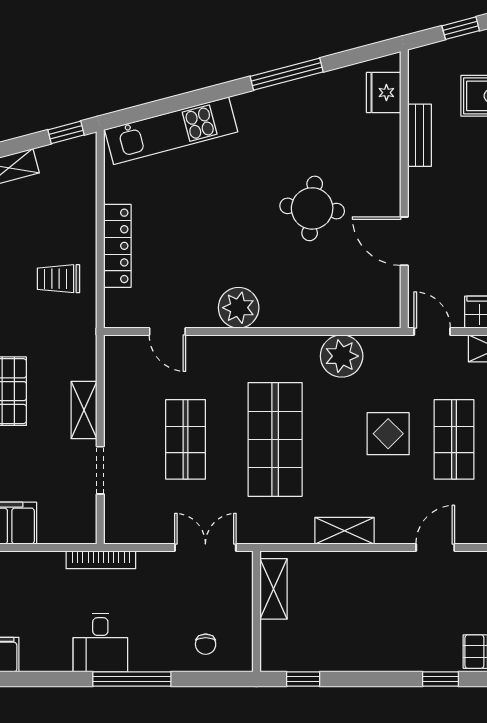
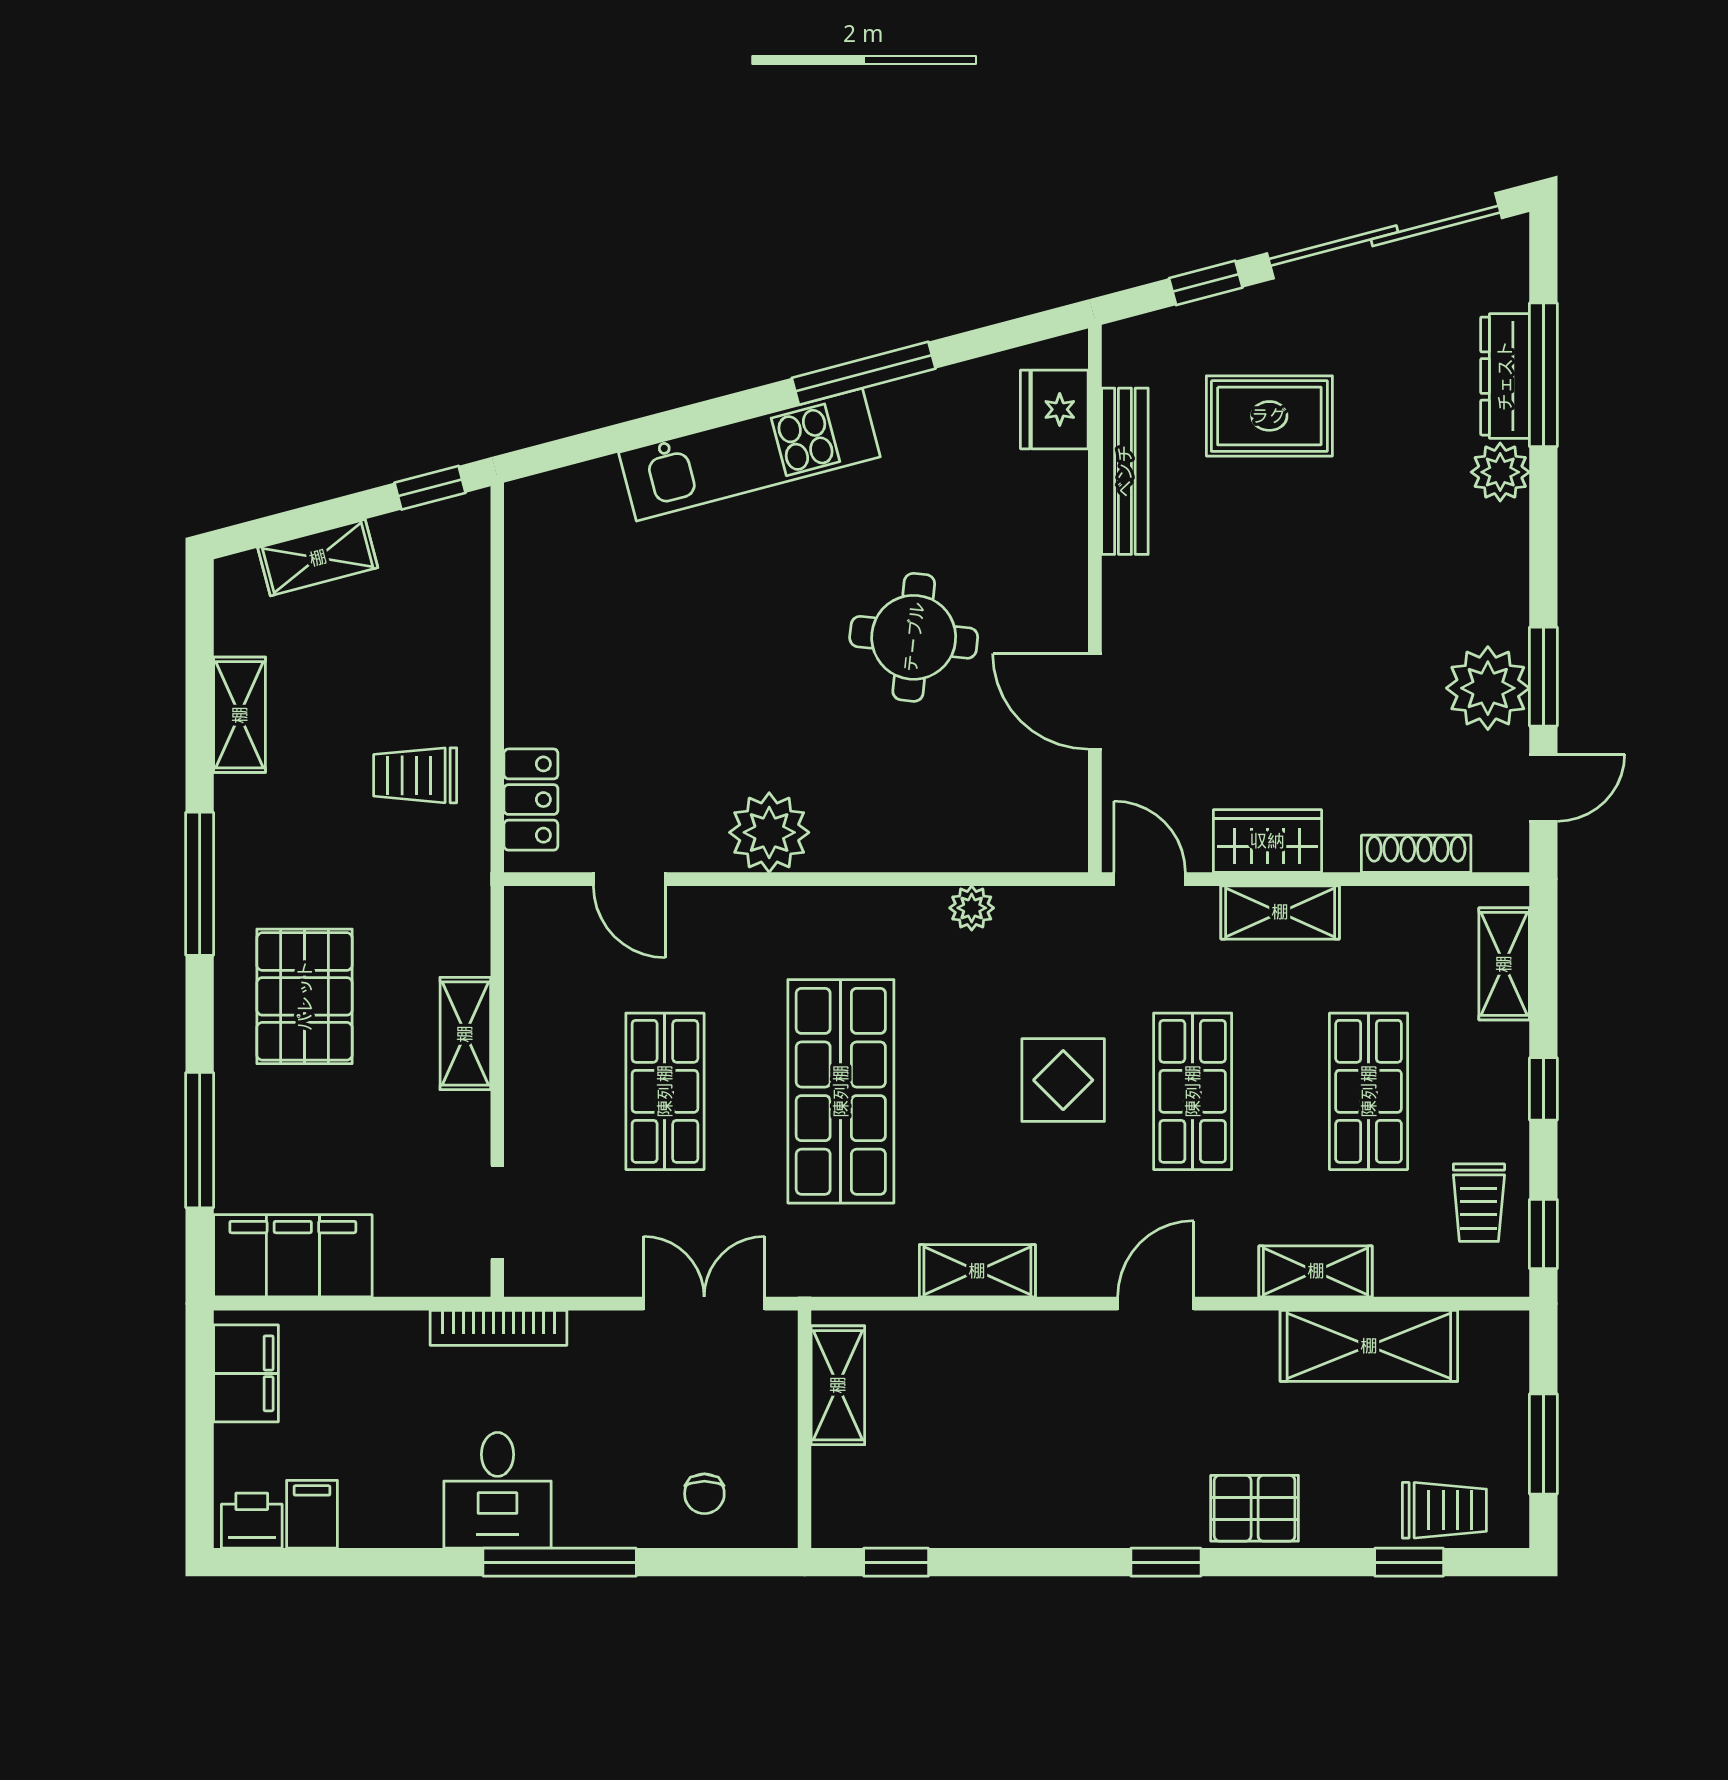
kitchen unit: (171, 131) -> (749, 455), moved
bench: (420, 135) -> (1125, 471), width x1.36
locker: (117, 246) -> (531, 800), moved, width x0.66
plant: (342, 356) -> (972, 908), width x0.53, depth x0.53
doorway: (100, 470) -> (497, 1212), moved

